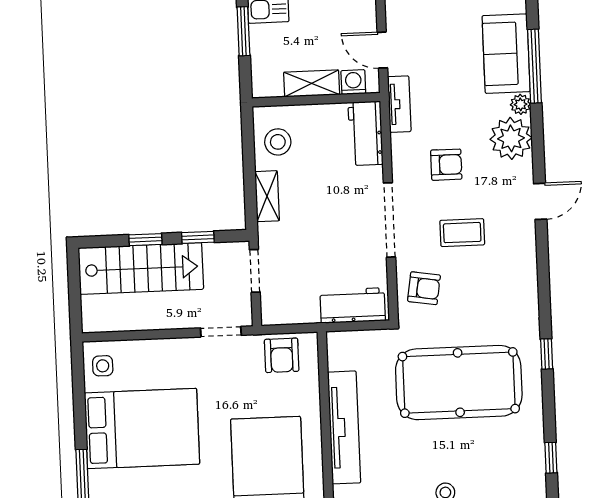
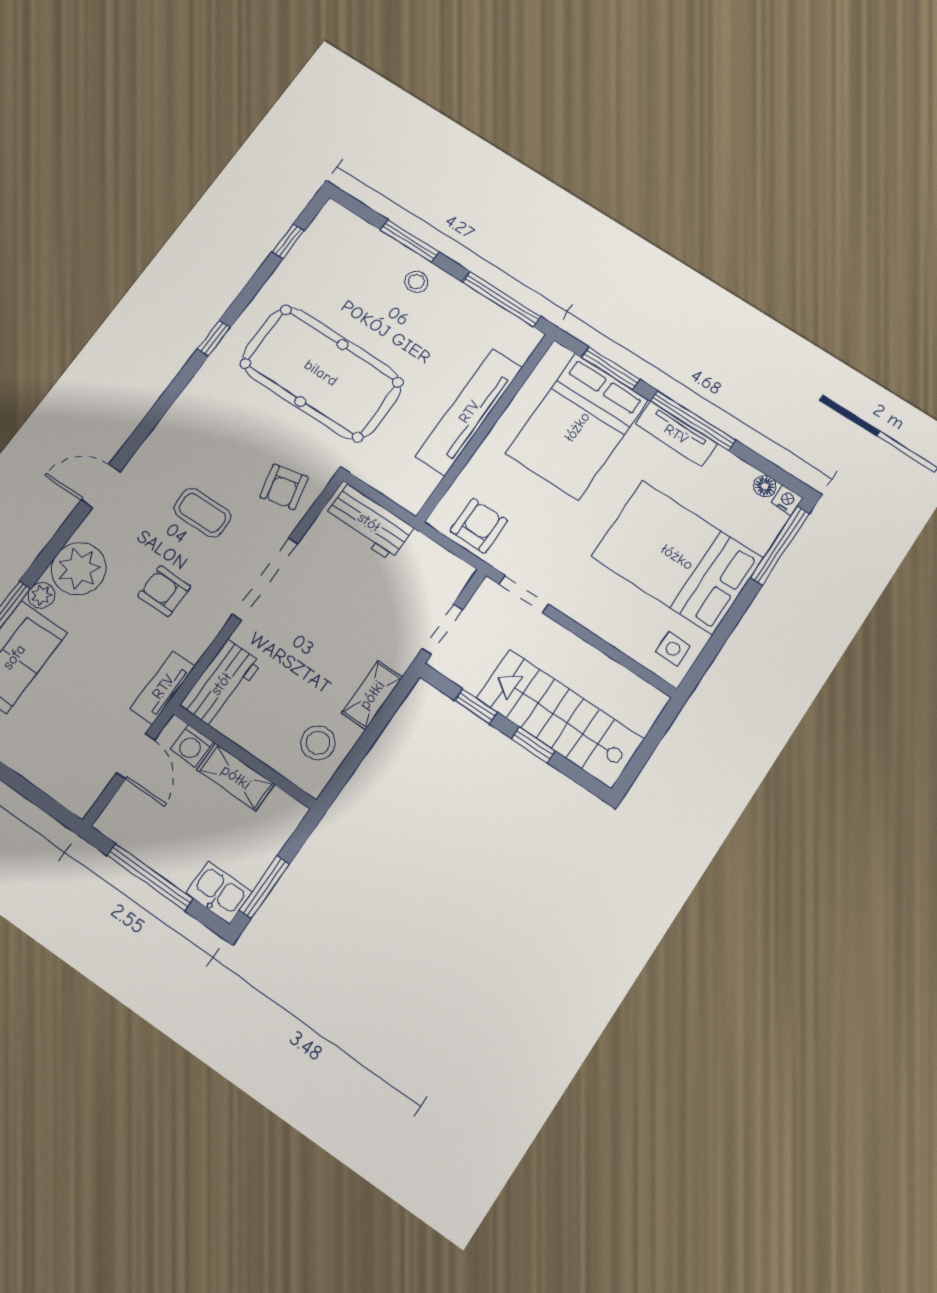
armchair: (424, 288) -> (284, 487), turned -112

